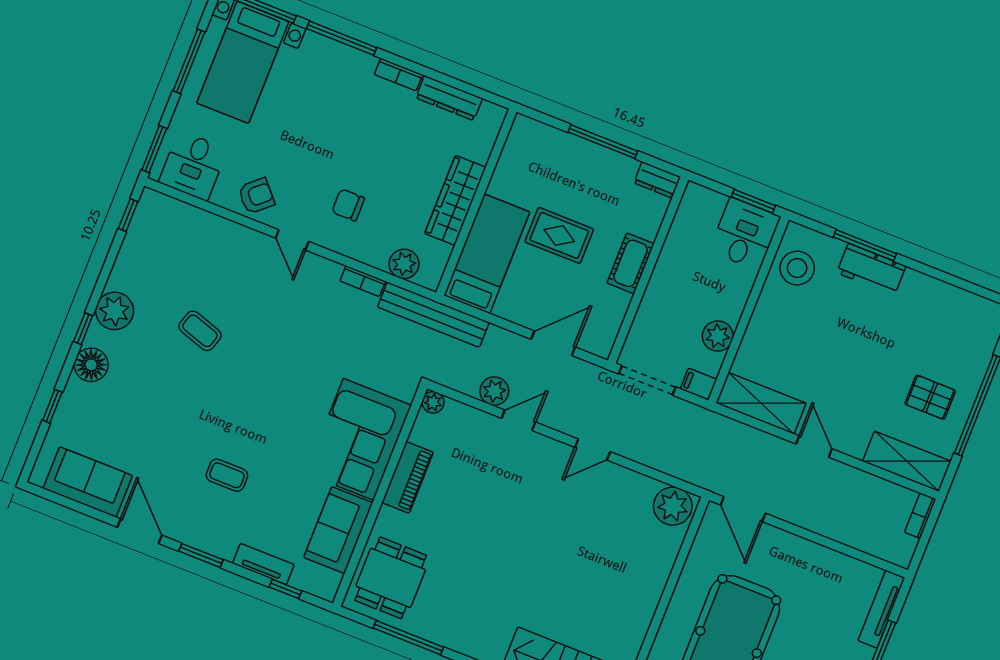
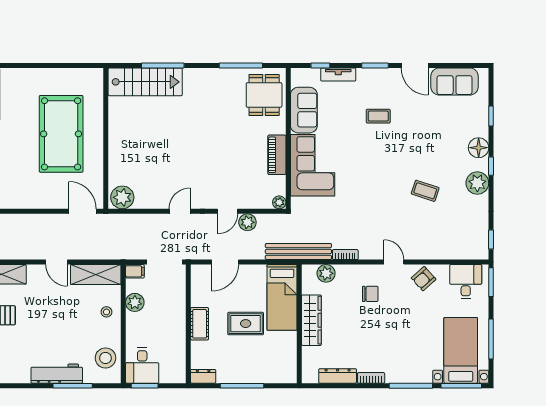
workbench: (871, 269) -> (57, 374), width x1.37
stool: (767, 339) -> (106, 312), added

